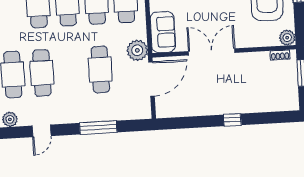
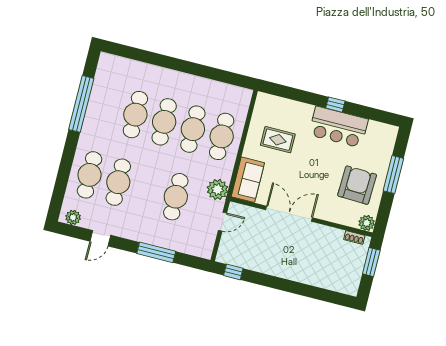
door: (152, 79) -> (223, 222), width x0.53
window: (232, 120) -> (233, 272), moved

